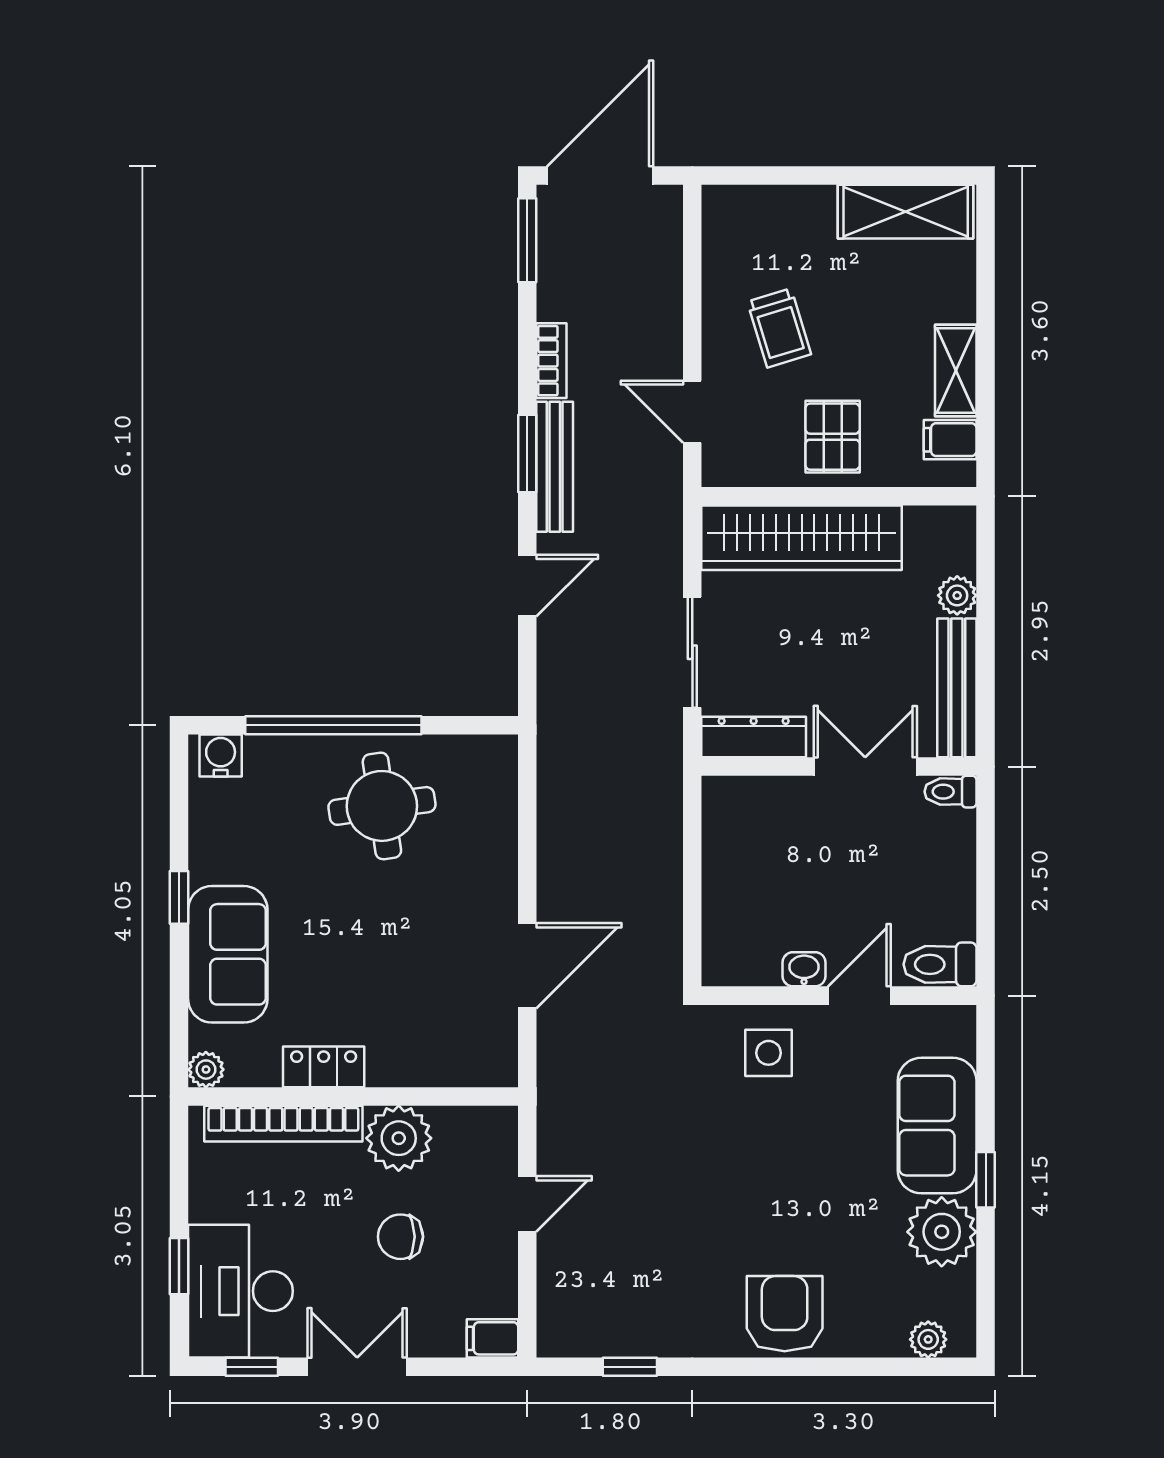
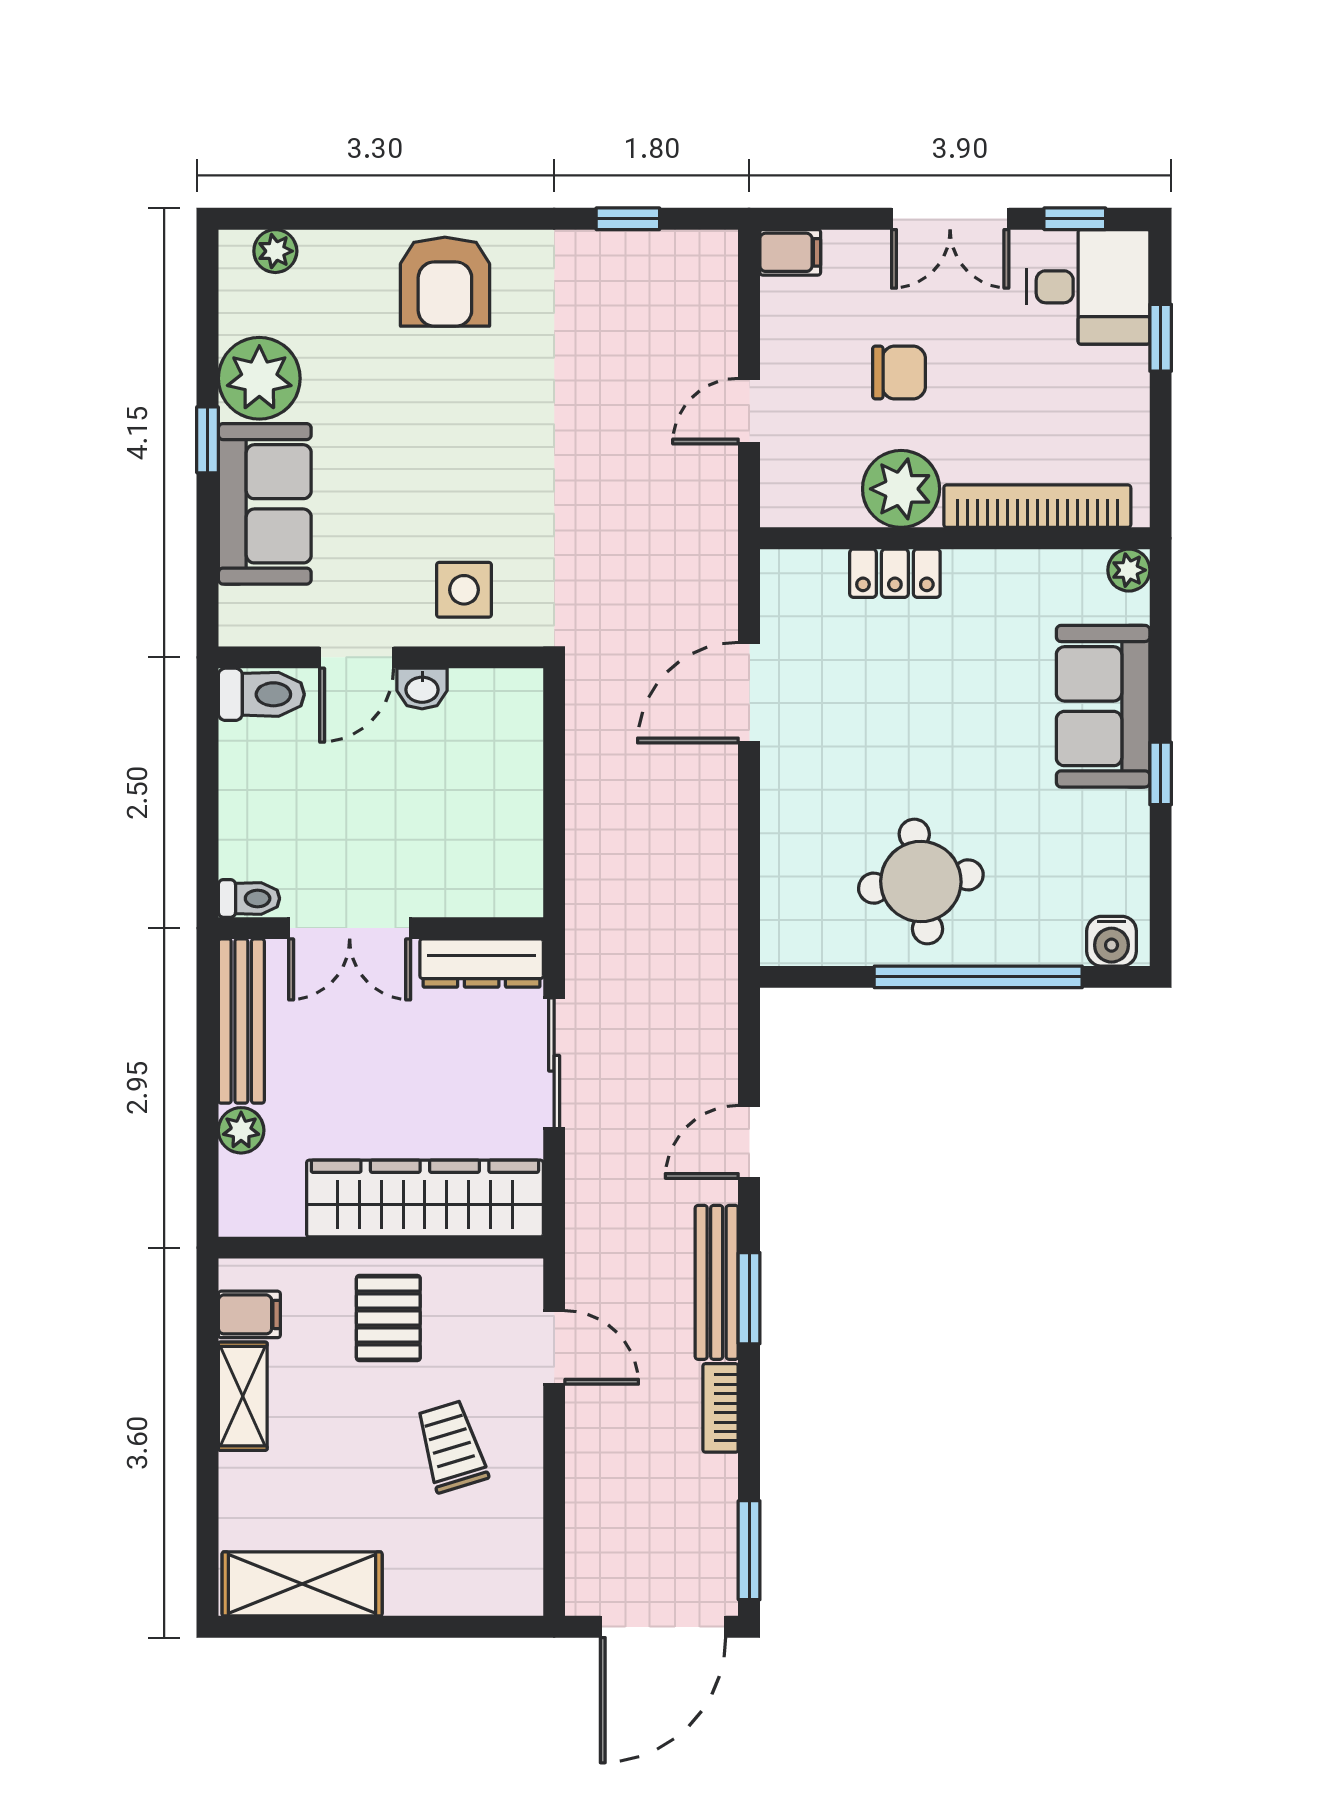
locker: (324, 1067) -> (895, 573), moved
desk: (240, 1291) -> (1088, 287), width x0.73

